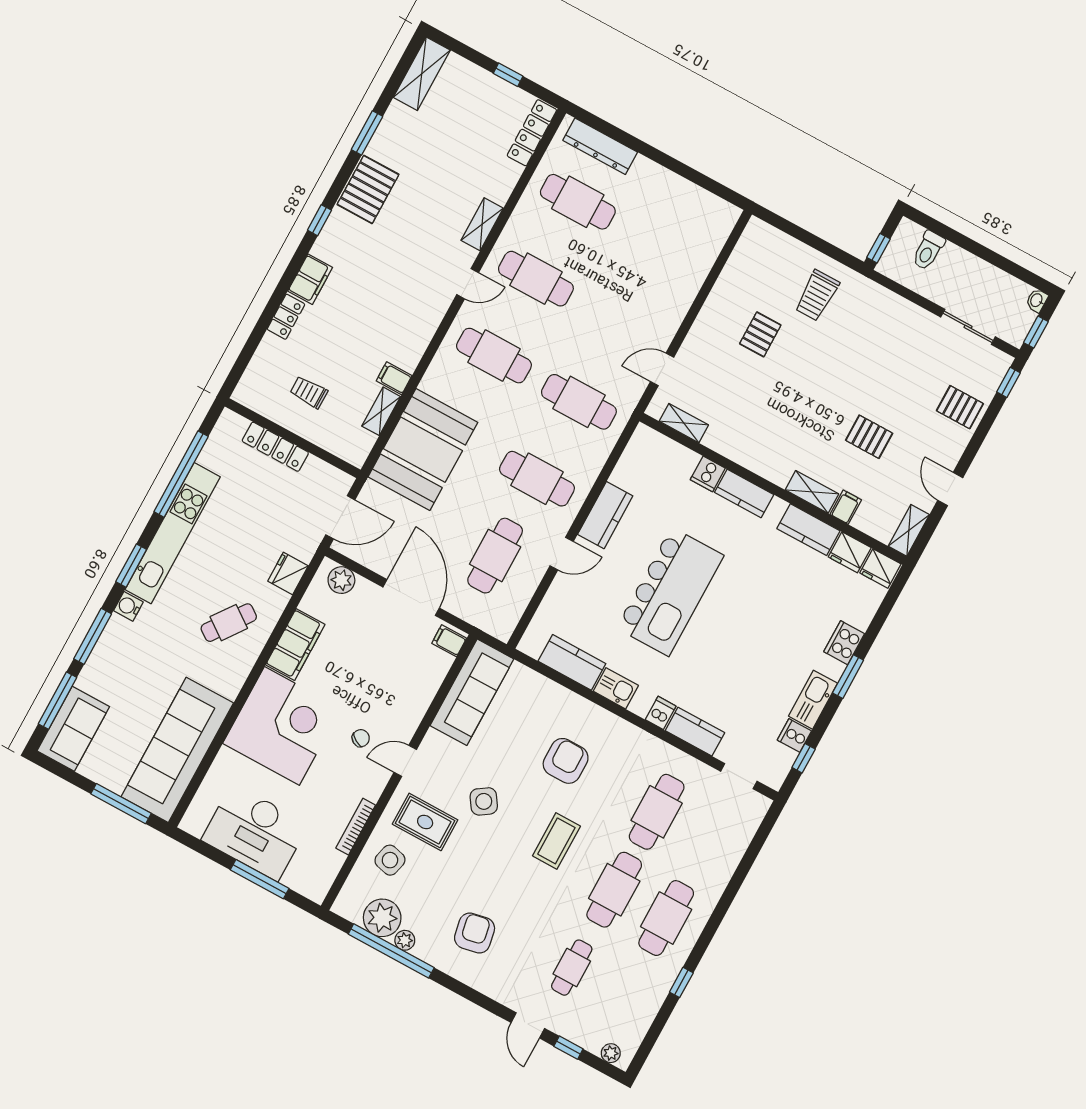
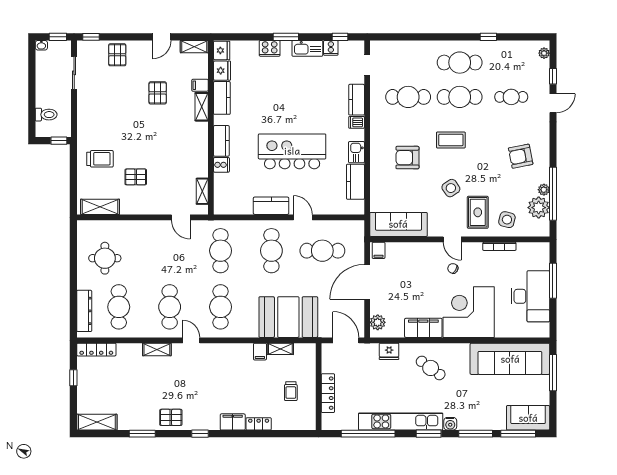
pallet: (368, 189) -> (171, 417), width x0.67, depth x0.71
round table: (663, 221) -> (105, 258), added
shelving: (744, 256) -> (100, 207), added

